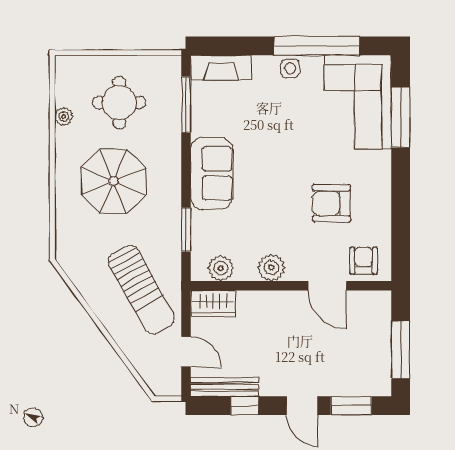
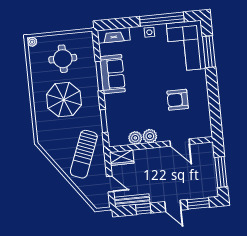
window: (186, 105) -> (99, 76), moved
plant: (64, 117) -> (32, 42), moved
sofa: (212, 173) -> (113, 74), moved
armchair: (363, 261) -> (197, 128), removed
plant: (221, 268) -> (135, 138), moved
sun lounger: (141, 290) -> (84, 154), turned 50

